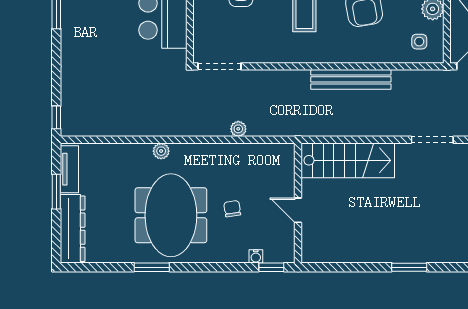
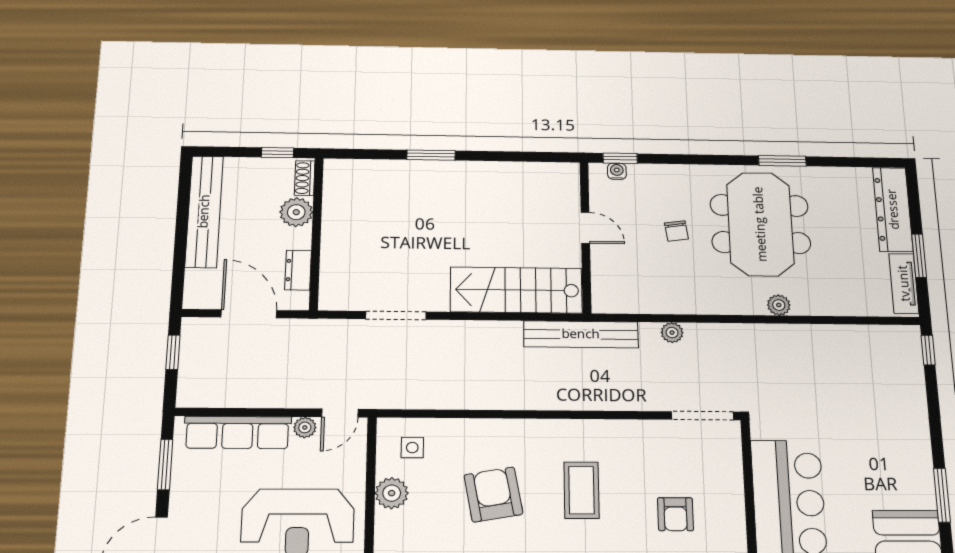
bench: (351, 79) -> (581, 334), moved
water cooler: (256, 256) -> (617, 171), moved

